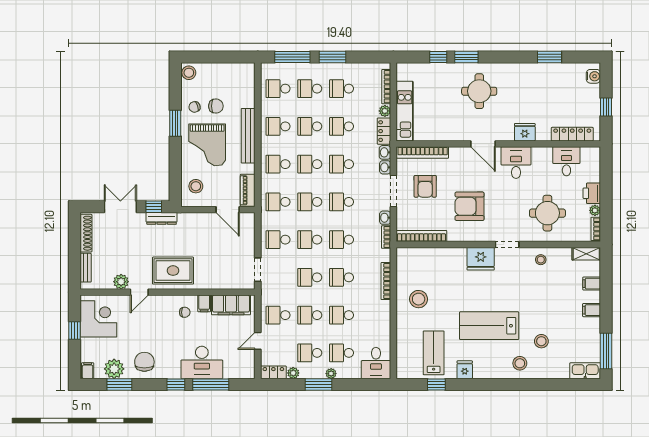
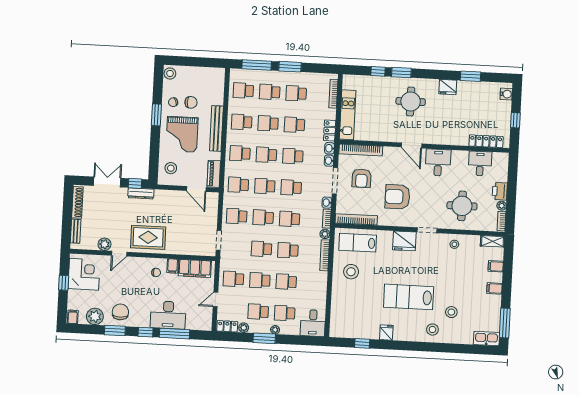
plant: (385, 111) -> (325, 234), moved
fridge: (525, 132) -> (448, 87), moved, turned 180
lab bench: (434, 353) -> (358, 243), moved, turned -90
window: (119, 384) -> (115, 330), moved

